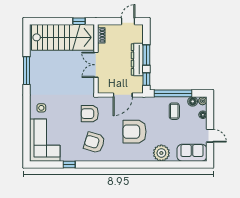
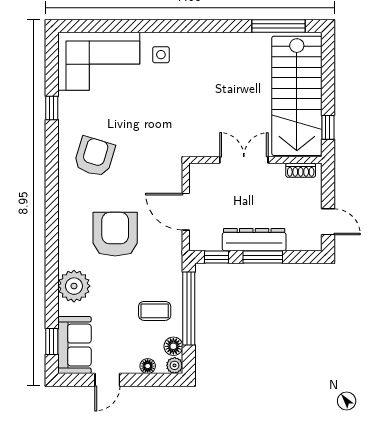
window: (26, 71) -> (278, 26), moved
armchair: (90, 114) -> (150, 148), removed
window: (190, 164) -> (52, 341), added

